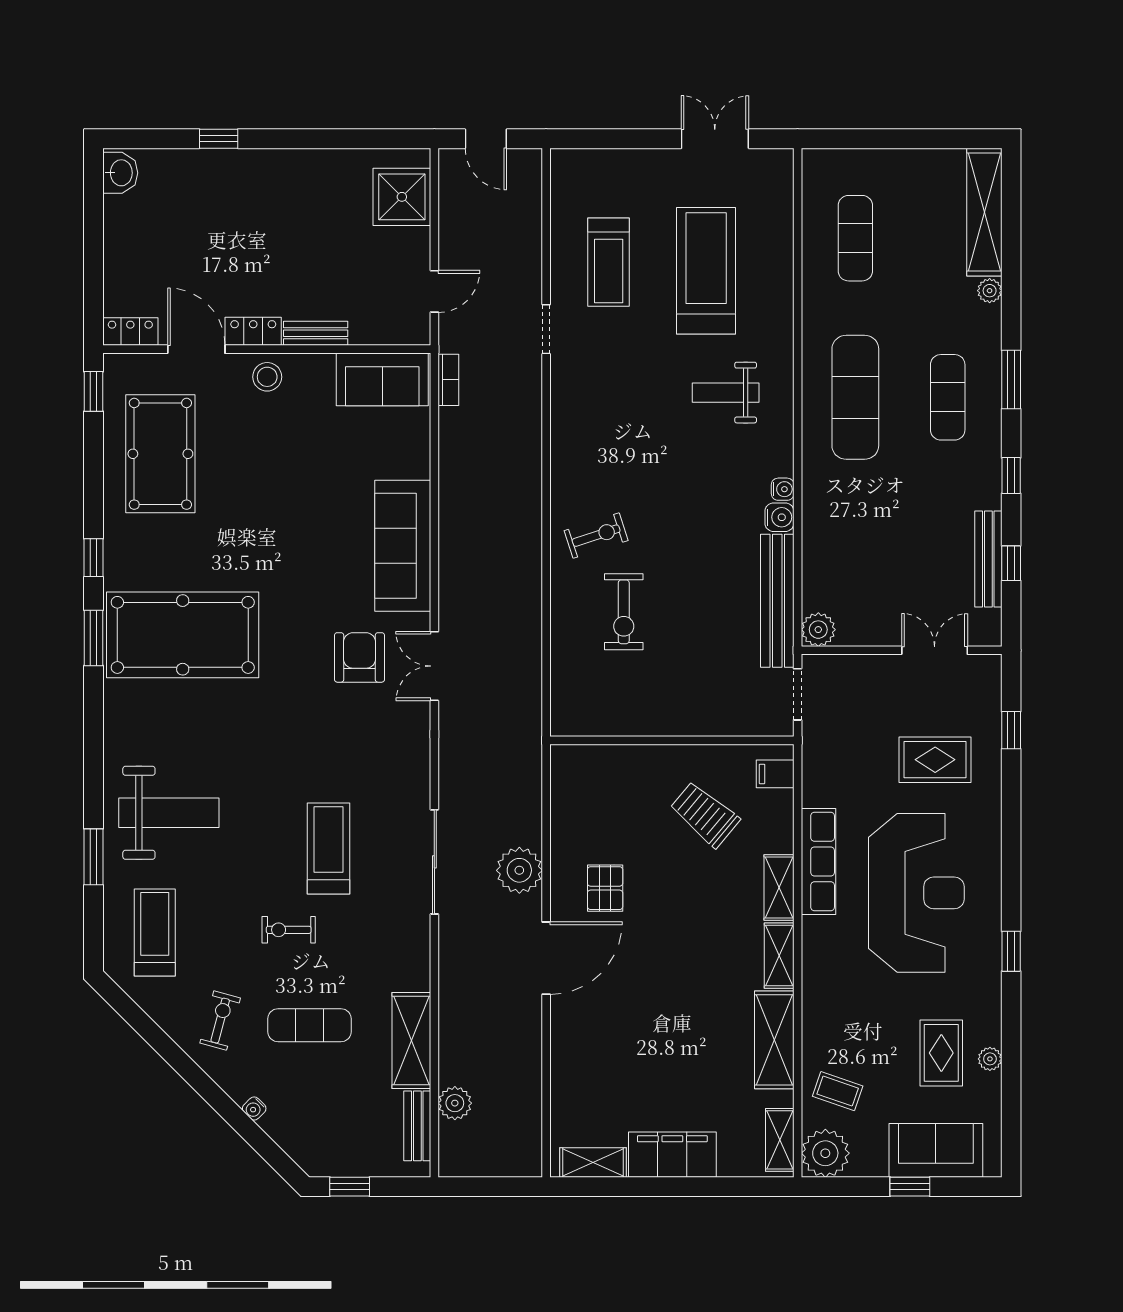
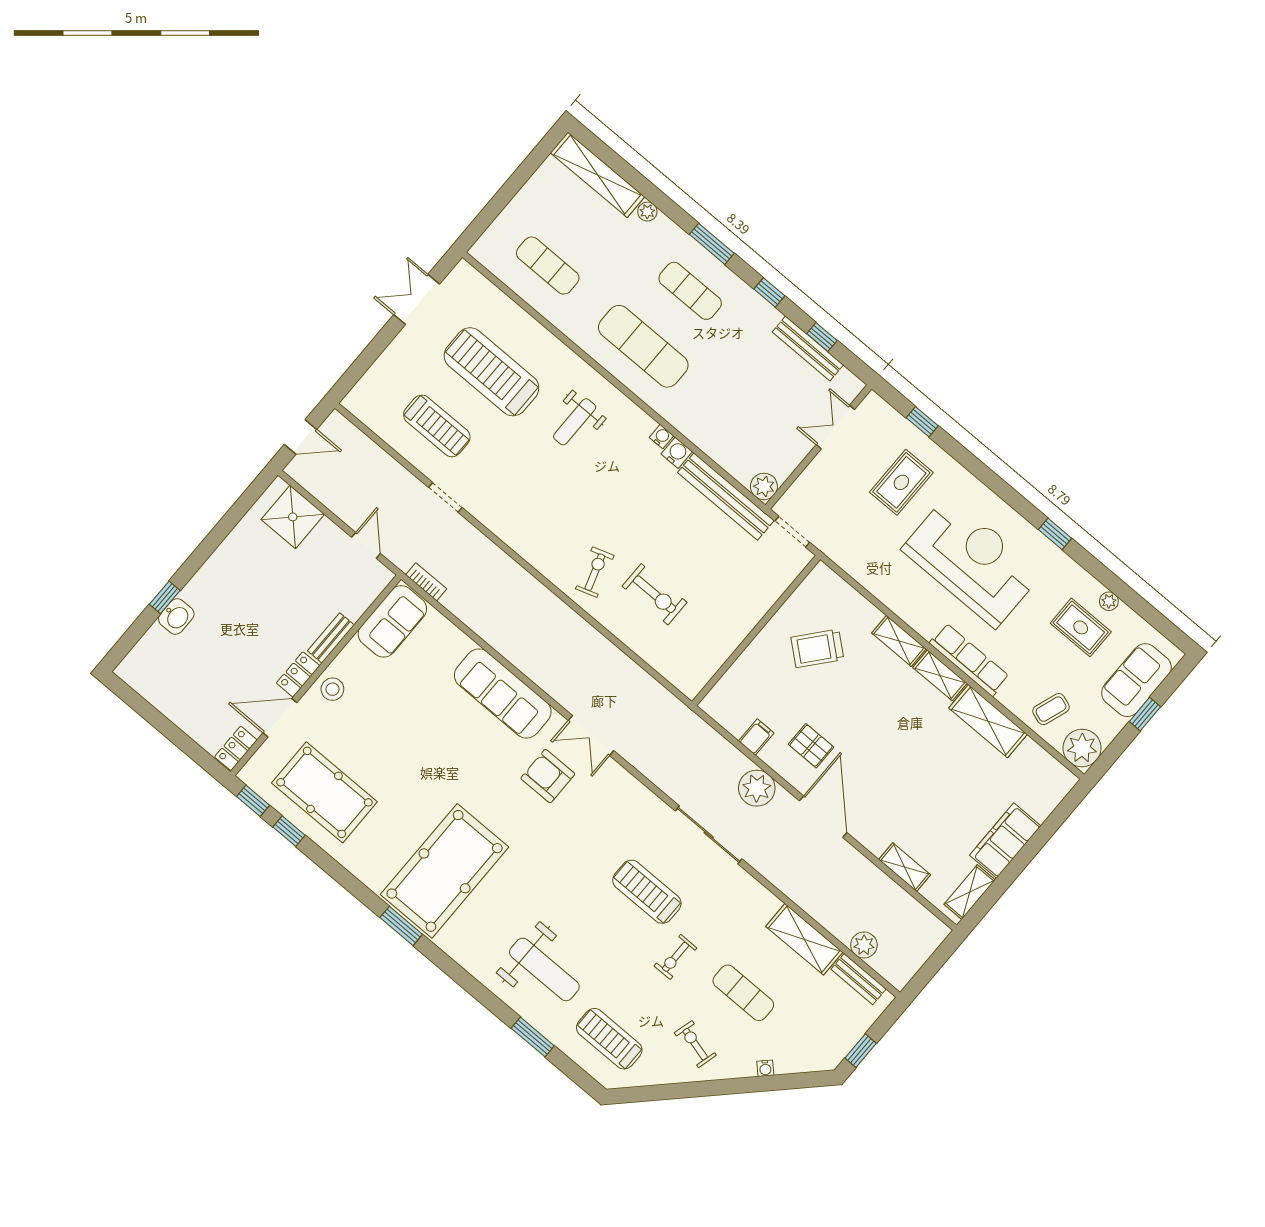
washbasin: (120, 173) -> (176, 616), moved, turned 90
window: (94, 558) -> (289, 831), moved
filing cabinet: (775, 774) -> (756, 737), moved, turned 180
weight bench: (169, 813) -> (544, 969), turned 90
row of seats: (818, 861) -> (969, 660), moved
exercise mat: (310, 1025) -> (743, 993), turned 90
shelving: (780, 1140) -> (905, 867), moved

